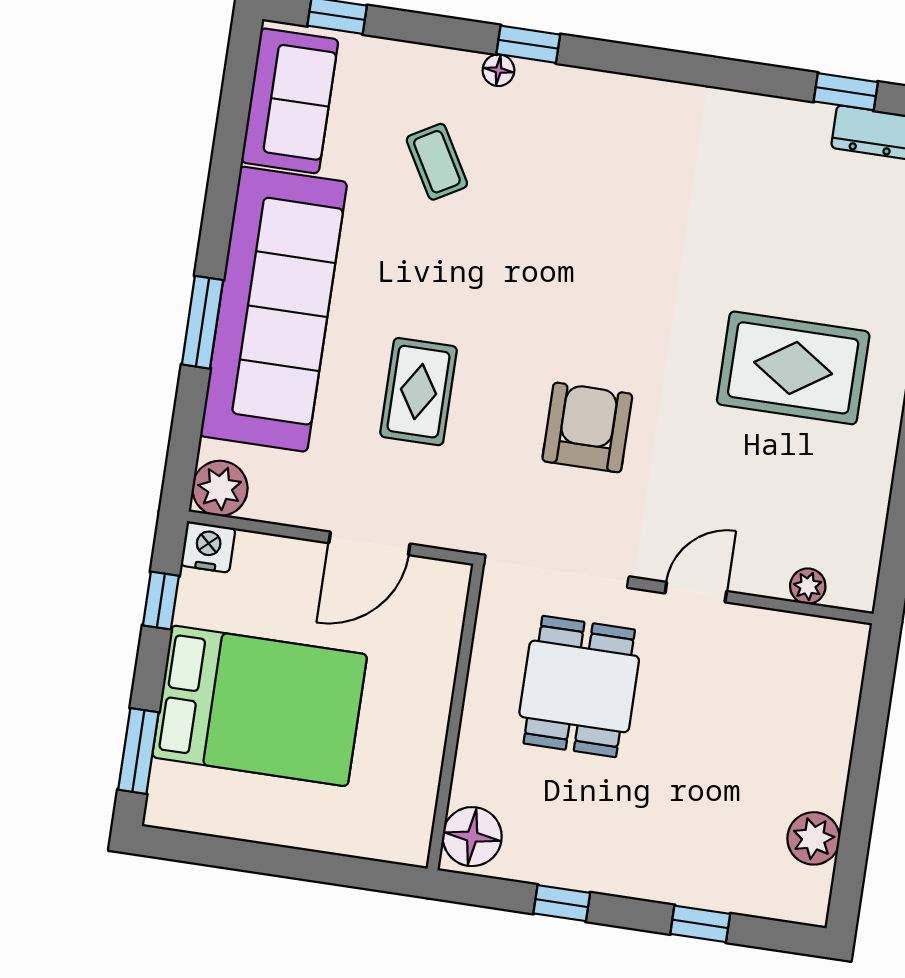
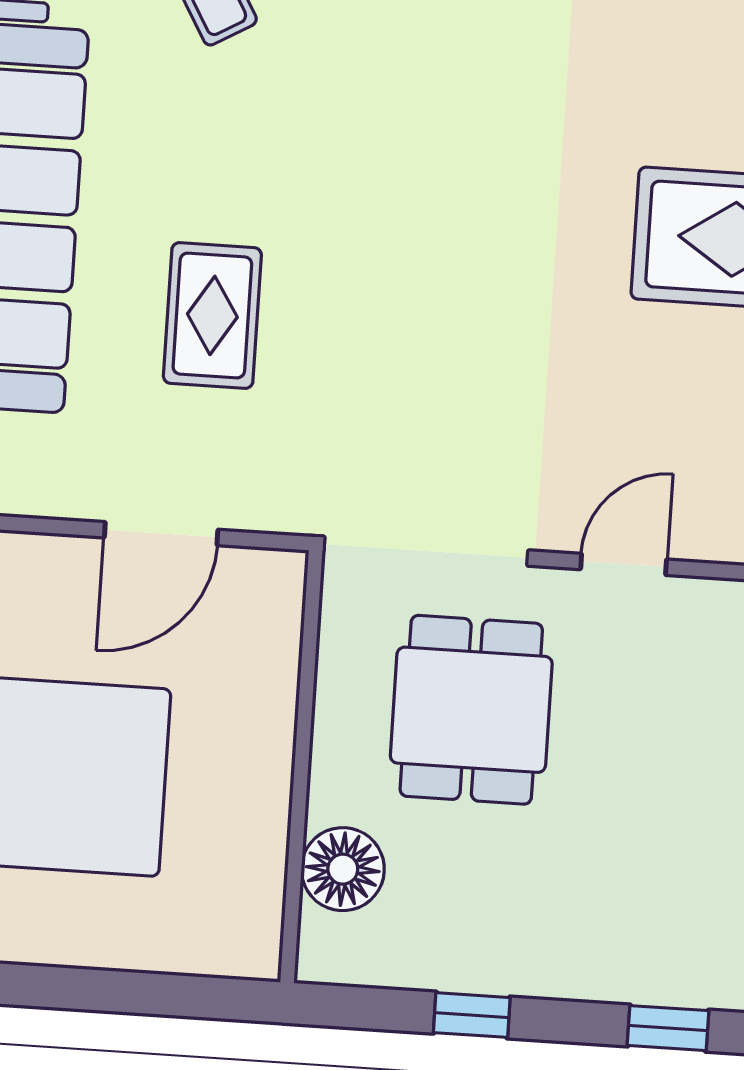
armchair: (587, 427) -> (453, 346), removed
floor lamp: (472, 837) -> (343, 869), moved

